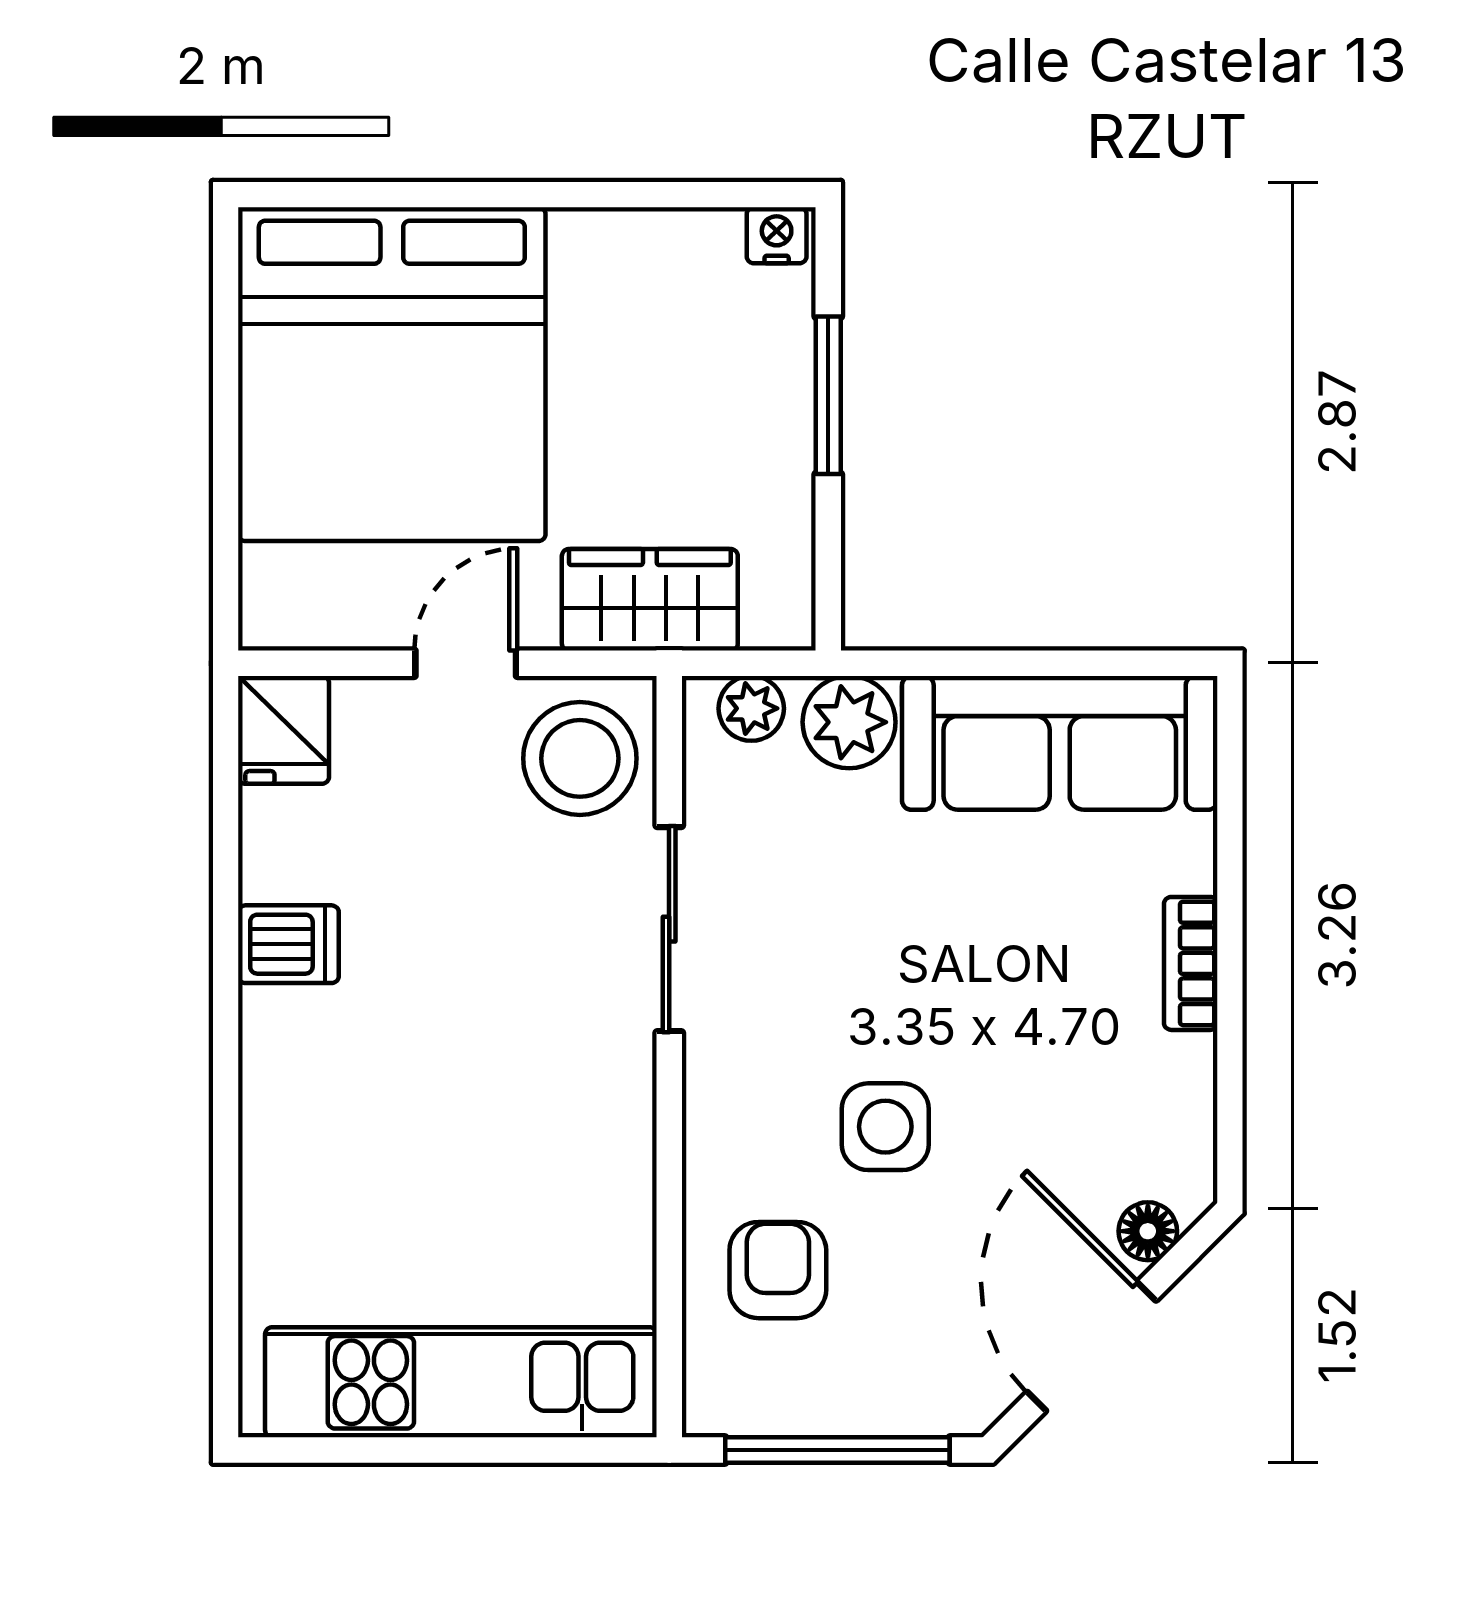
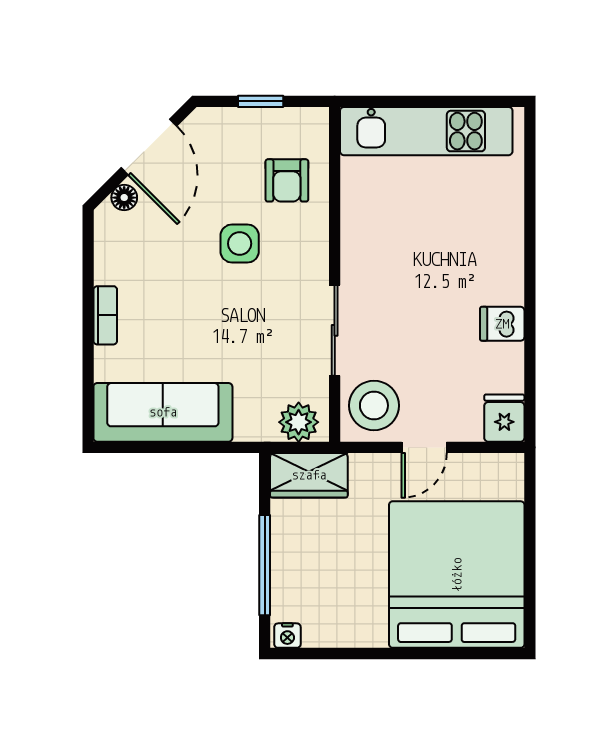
window: (828, 395) -> (265, 565), width x1.44
wardrobe: (650, 600) -> (309, 475), moved
plant: (751, 708) -> (299, 422), width x1.38, depth x1.38
plant: (849, 722) -> (256, 421), removed
window: (837, 1450) -> (261, 101), width x0.46

